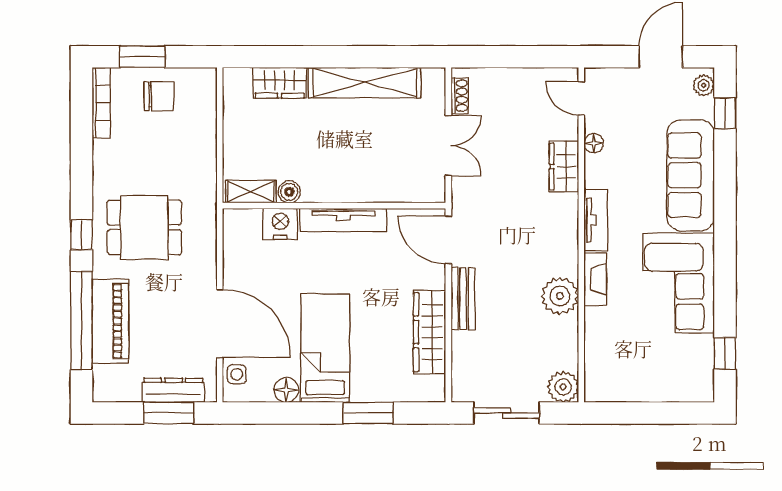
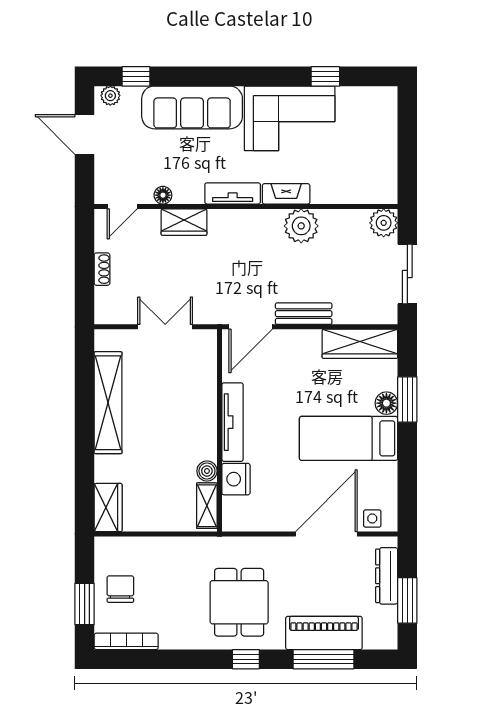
wardrobe: (280, 83) -> (108, 508), moved
shoe rack: (460, 96) -> (102, 269), moved, turned 90
window: (81, 321) -> (324, 659), width x0.68
wardrobe: (430, 332) -> (360, 344), moved
window: (725, 353) -> (325, 76), moved
floor lamp: (286, 390) -> (386, 403), moved
window: (169, 413) -> (407, 600), moved

